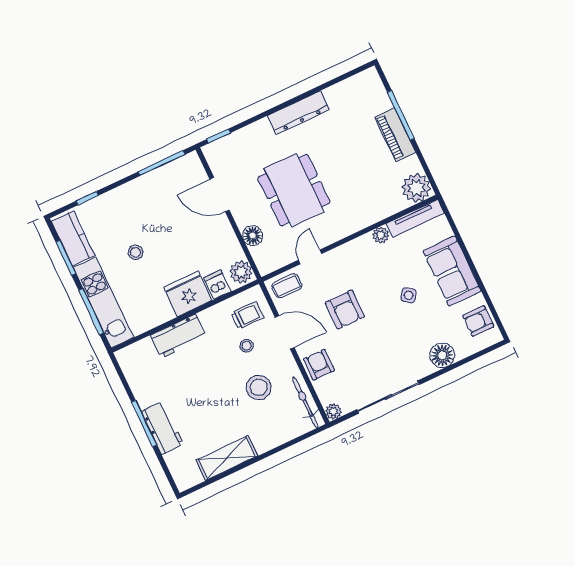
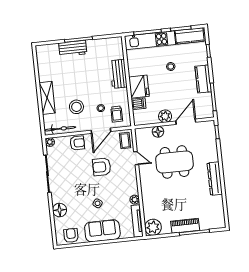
kitchen counter: (138, 190) -> (203, 79), added
plant: (241, 272) -> (165, 116), moved
shelving: (227, 458) -> (47, 98), moved

